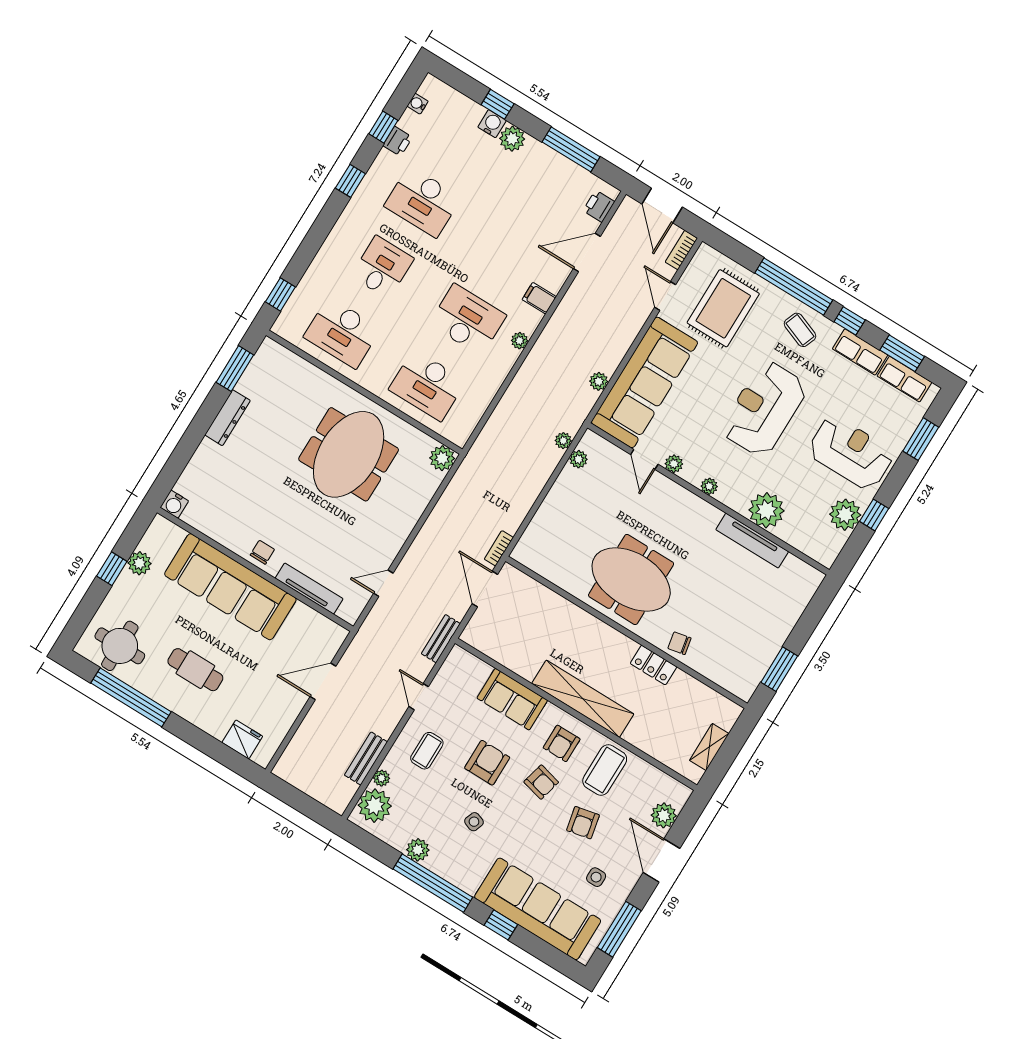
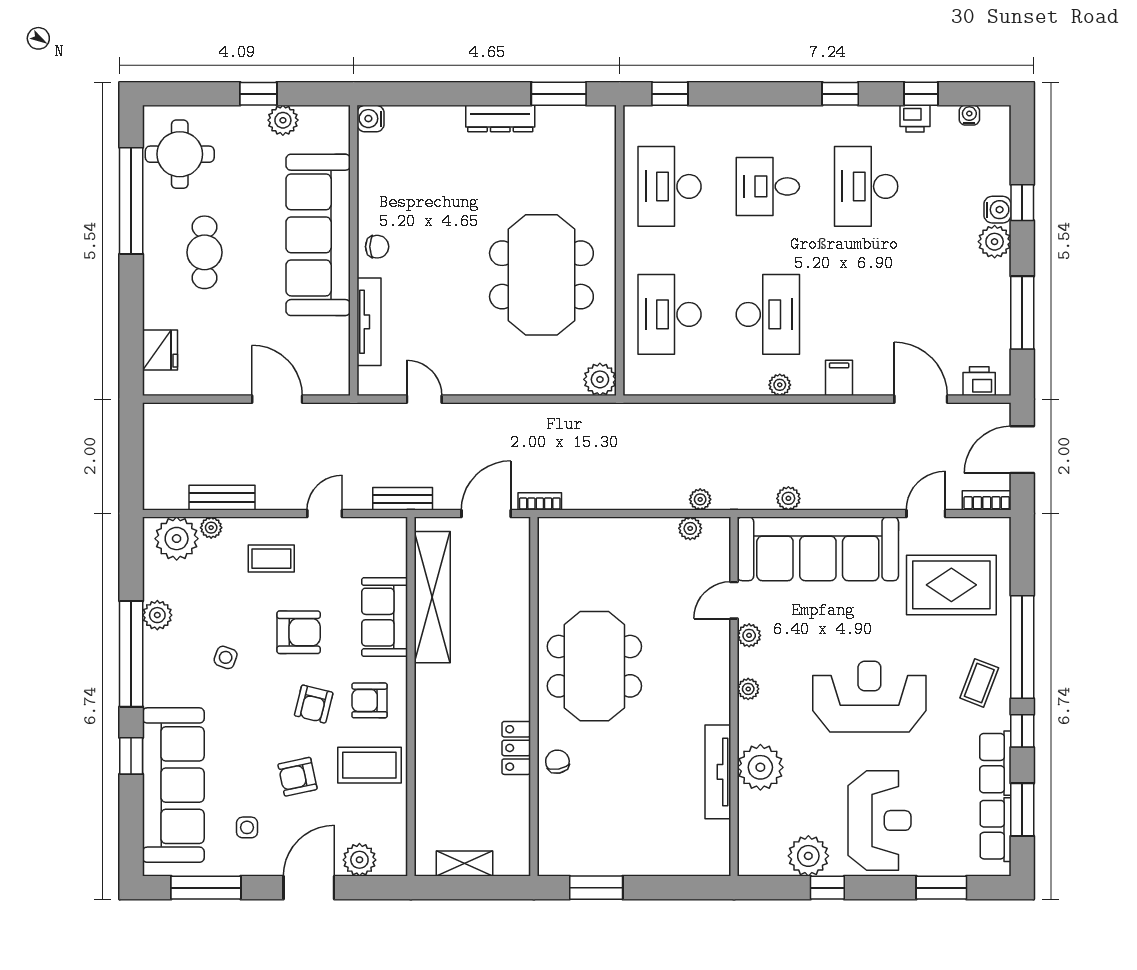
desk: (382, 267) -> (768, 186), turned 180
meeting table: (349, 454) -> (541, 275), turned 90
shelving: (583, 699) -> (432, 597), moved

